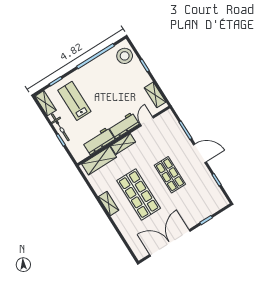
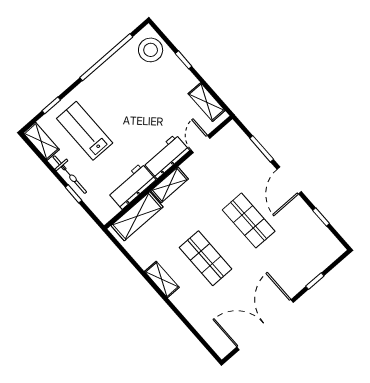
door: (200, 153) -> (289, 180), swing flipped
shop shelf: (139, 194) -> (206, 258), width x0.70, depth x0.74

